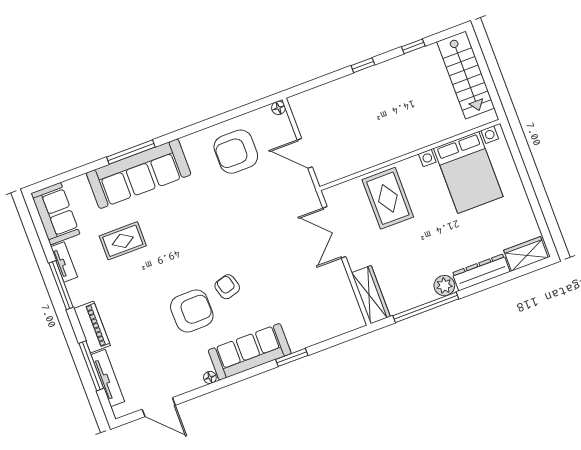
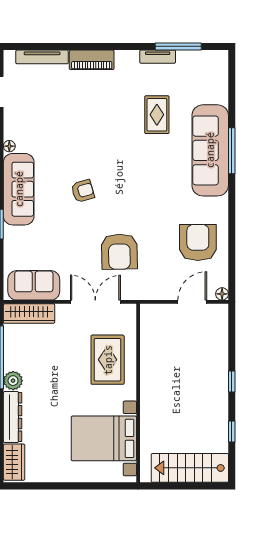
door: (305, 153) -> (192, 302), moved
rug: (388, 198) -> (108, 360), turned 90
sofa: (55, 214) -> (34, 285), moved, turned 180
window: (61, 285) -> (178, 46), moved
armchair: (192, 311) -> (119, 252), moved
window: (91, 366) -> (58, 46), removed

